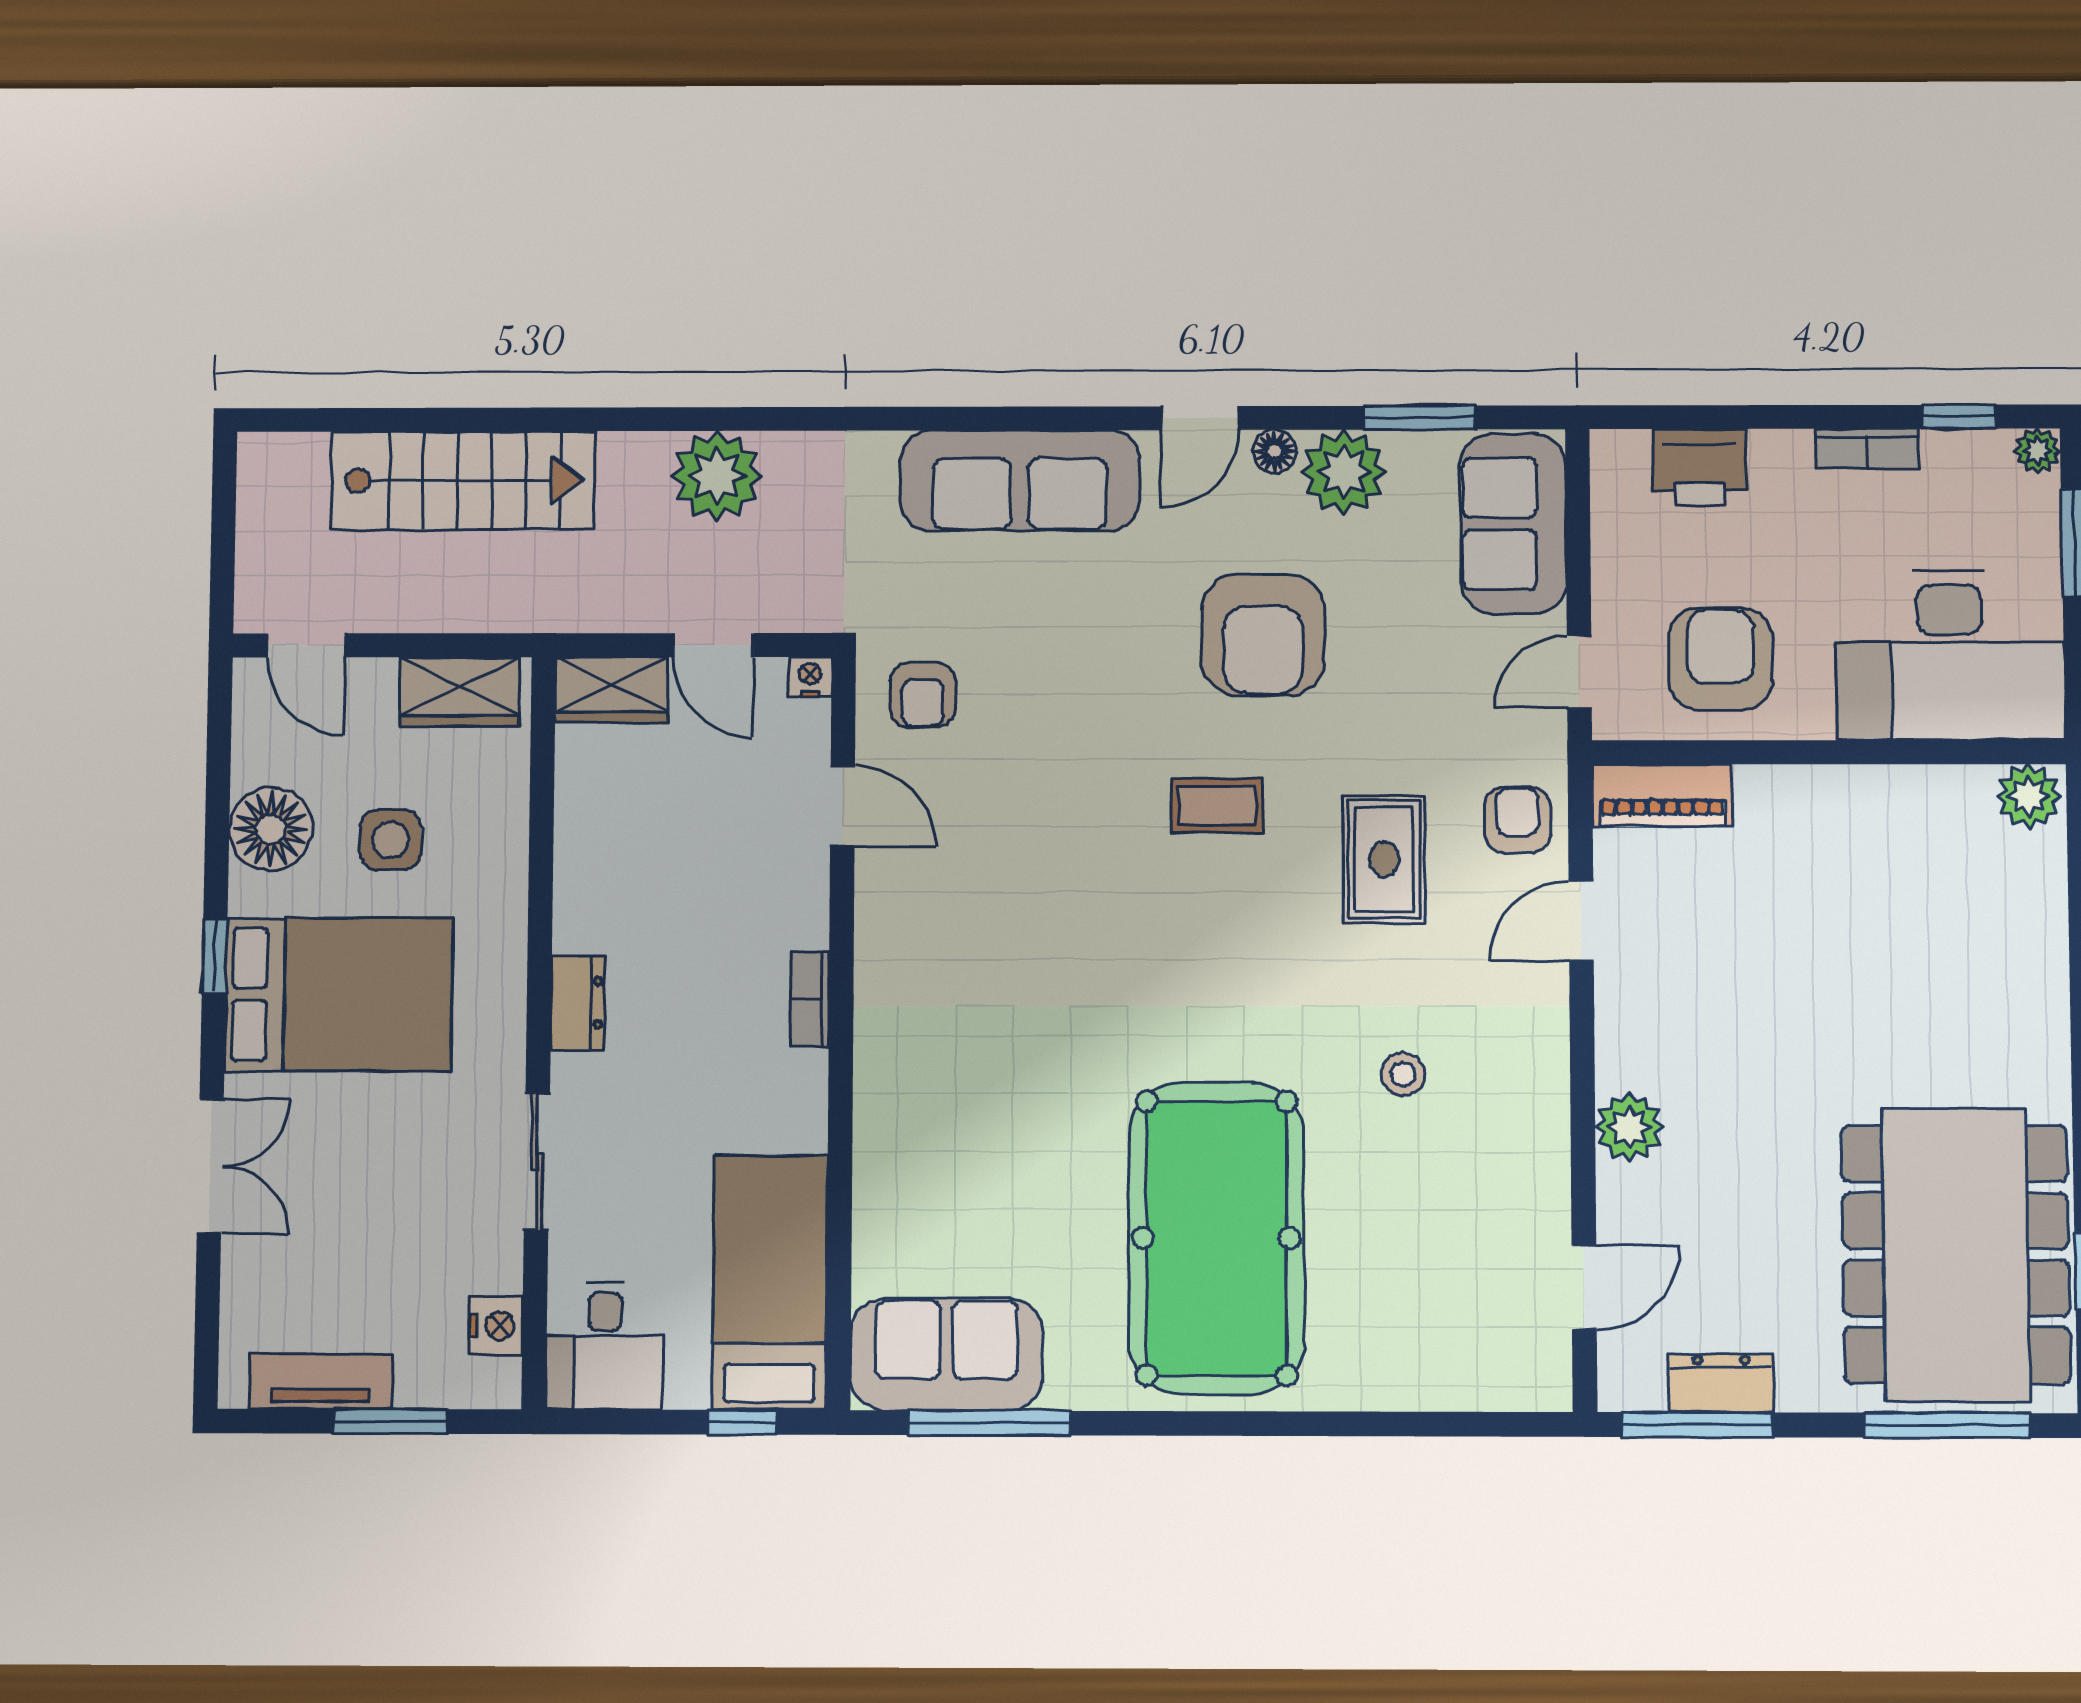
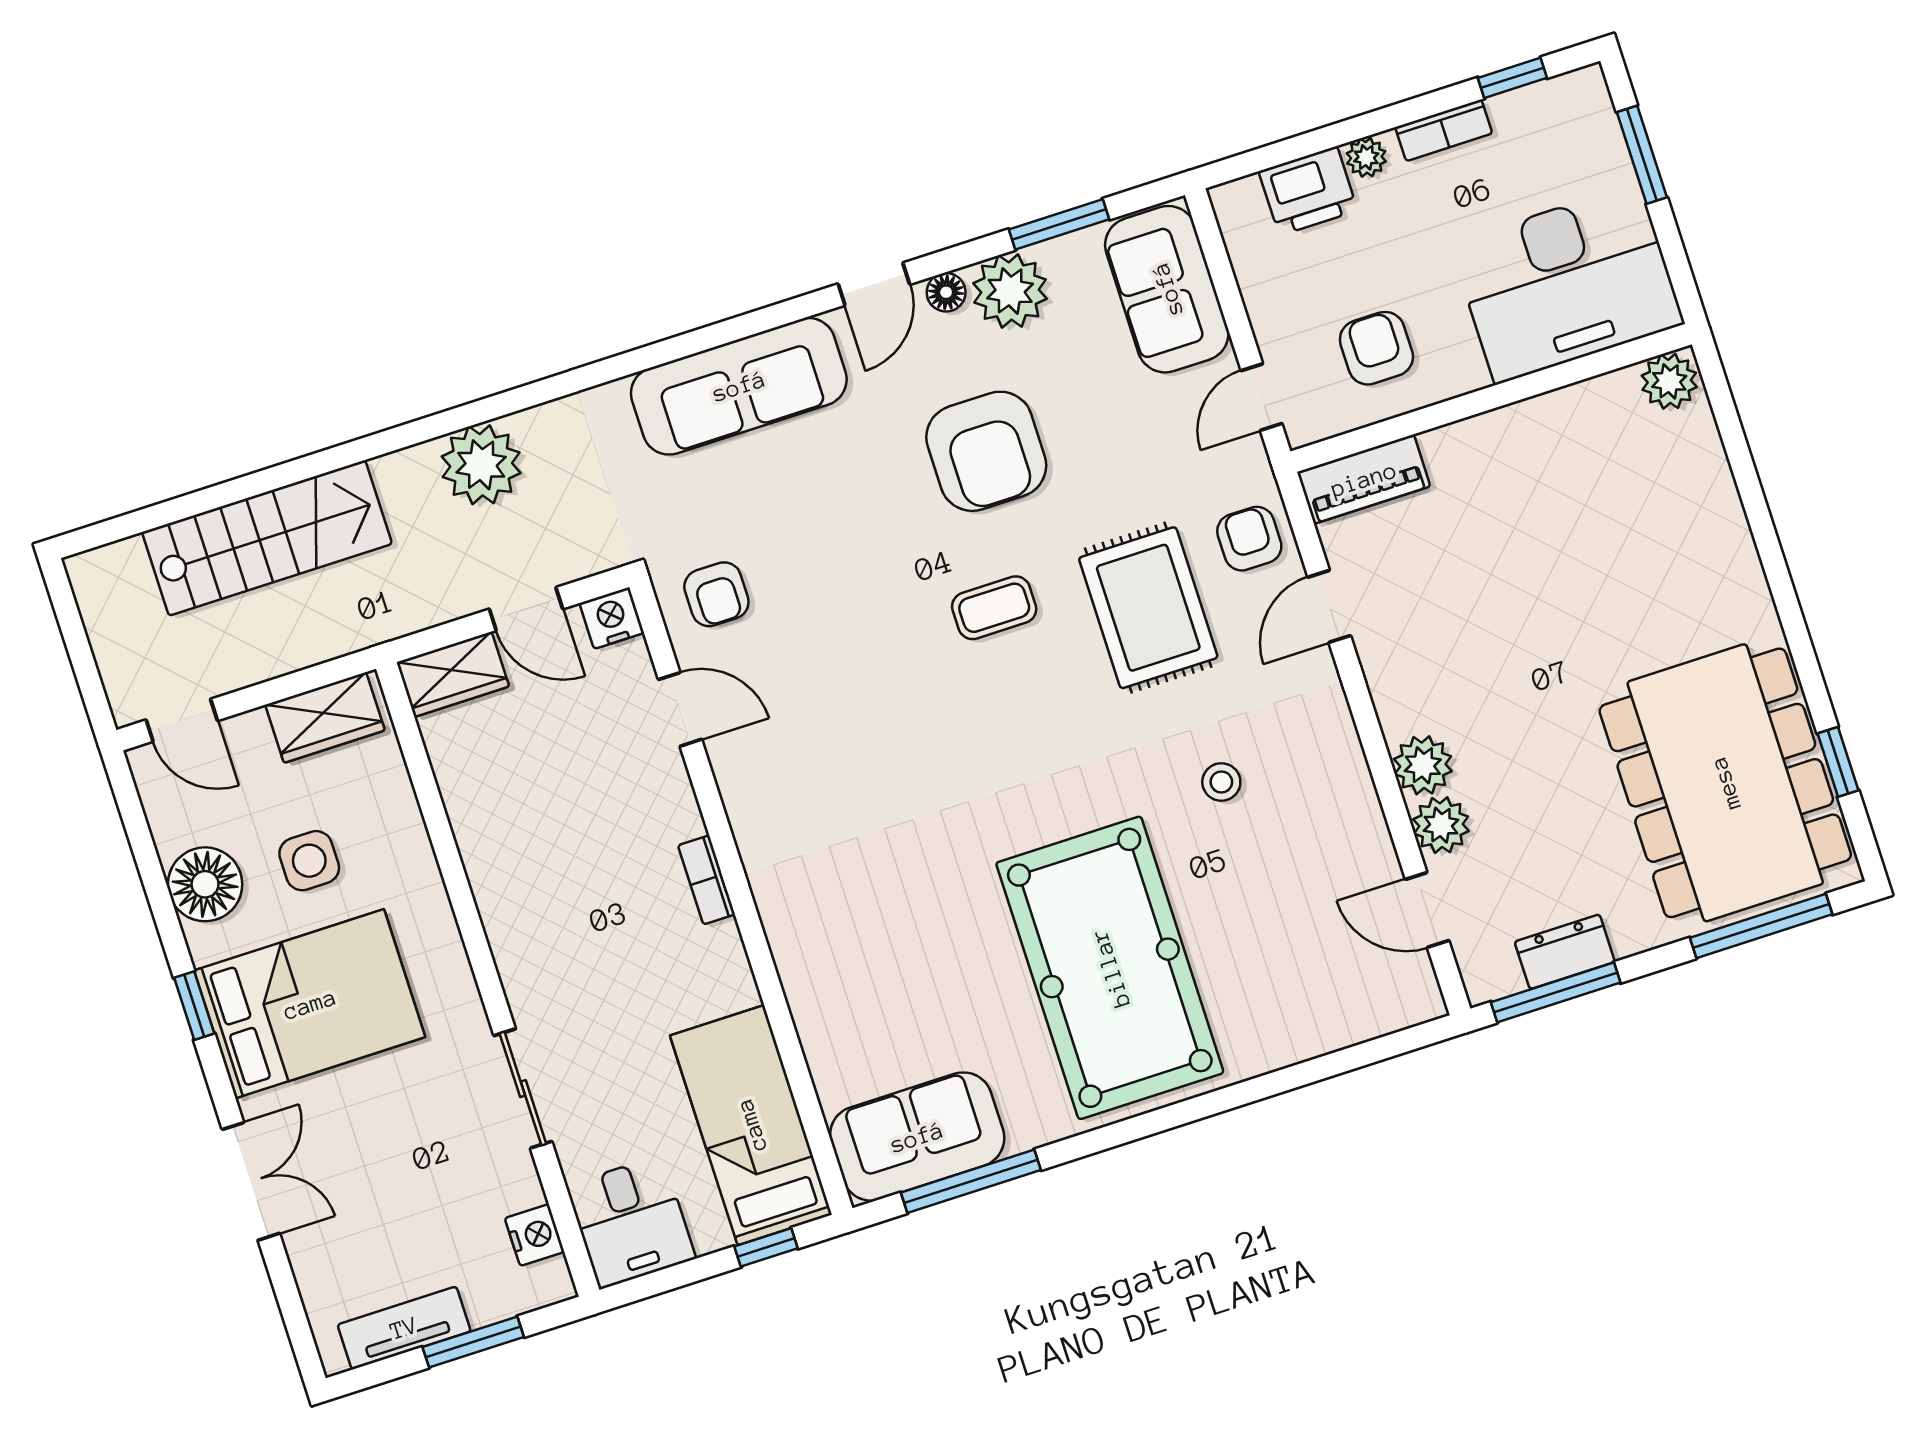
plant: (2037, 451) -> (1366, 157), moved
armchair: (1721, 659) -> (1376, 348), width x0.72, depth x0.72
nightstand: (810, 677) -> (612, 618), width x1.39, depth x1.35
rug: (1384, 859) -> (1148, 608), width x1.36, depth x1.43
dresser: (578, 1003) -> (512, 946), removed
plant: (1629, 1199) -> (1441, 825), added
door: (1584, 1288) -> (1427, 910), swing flipped

